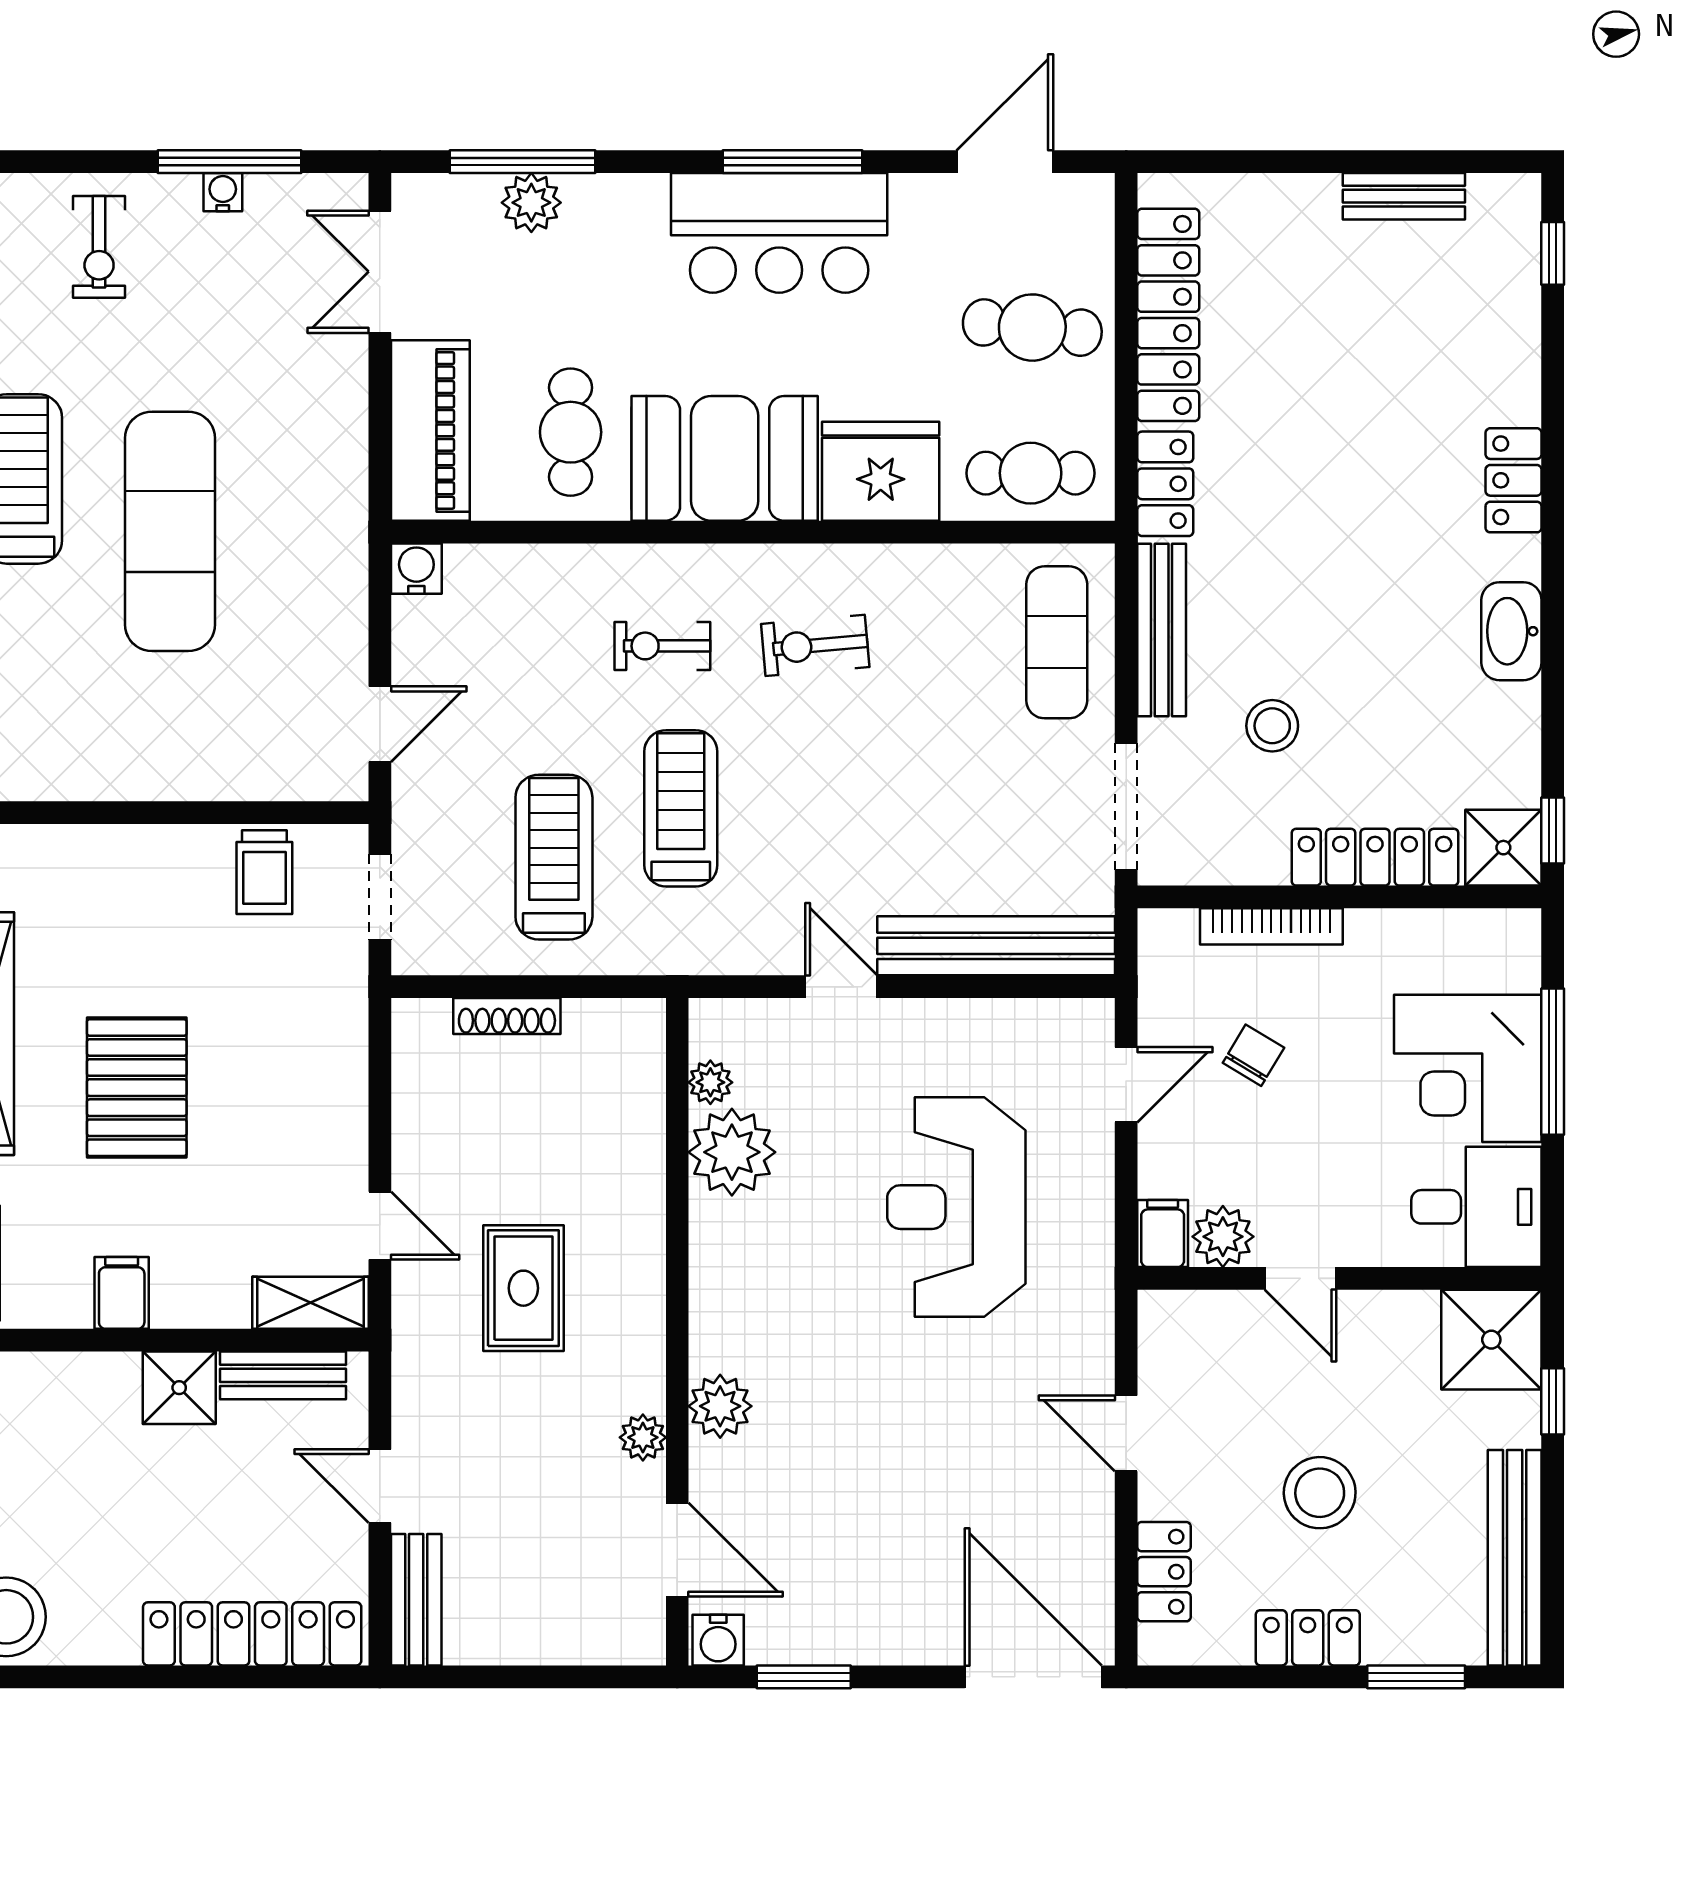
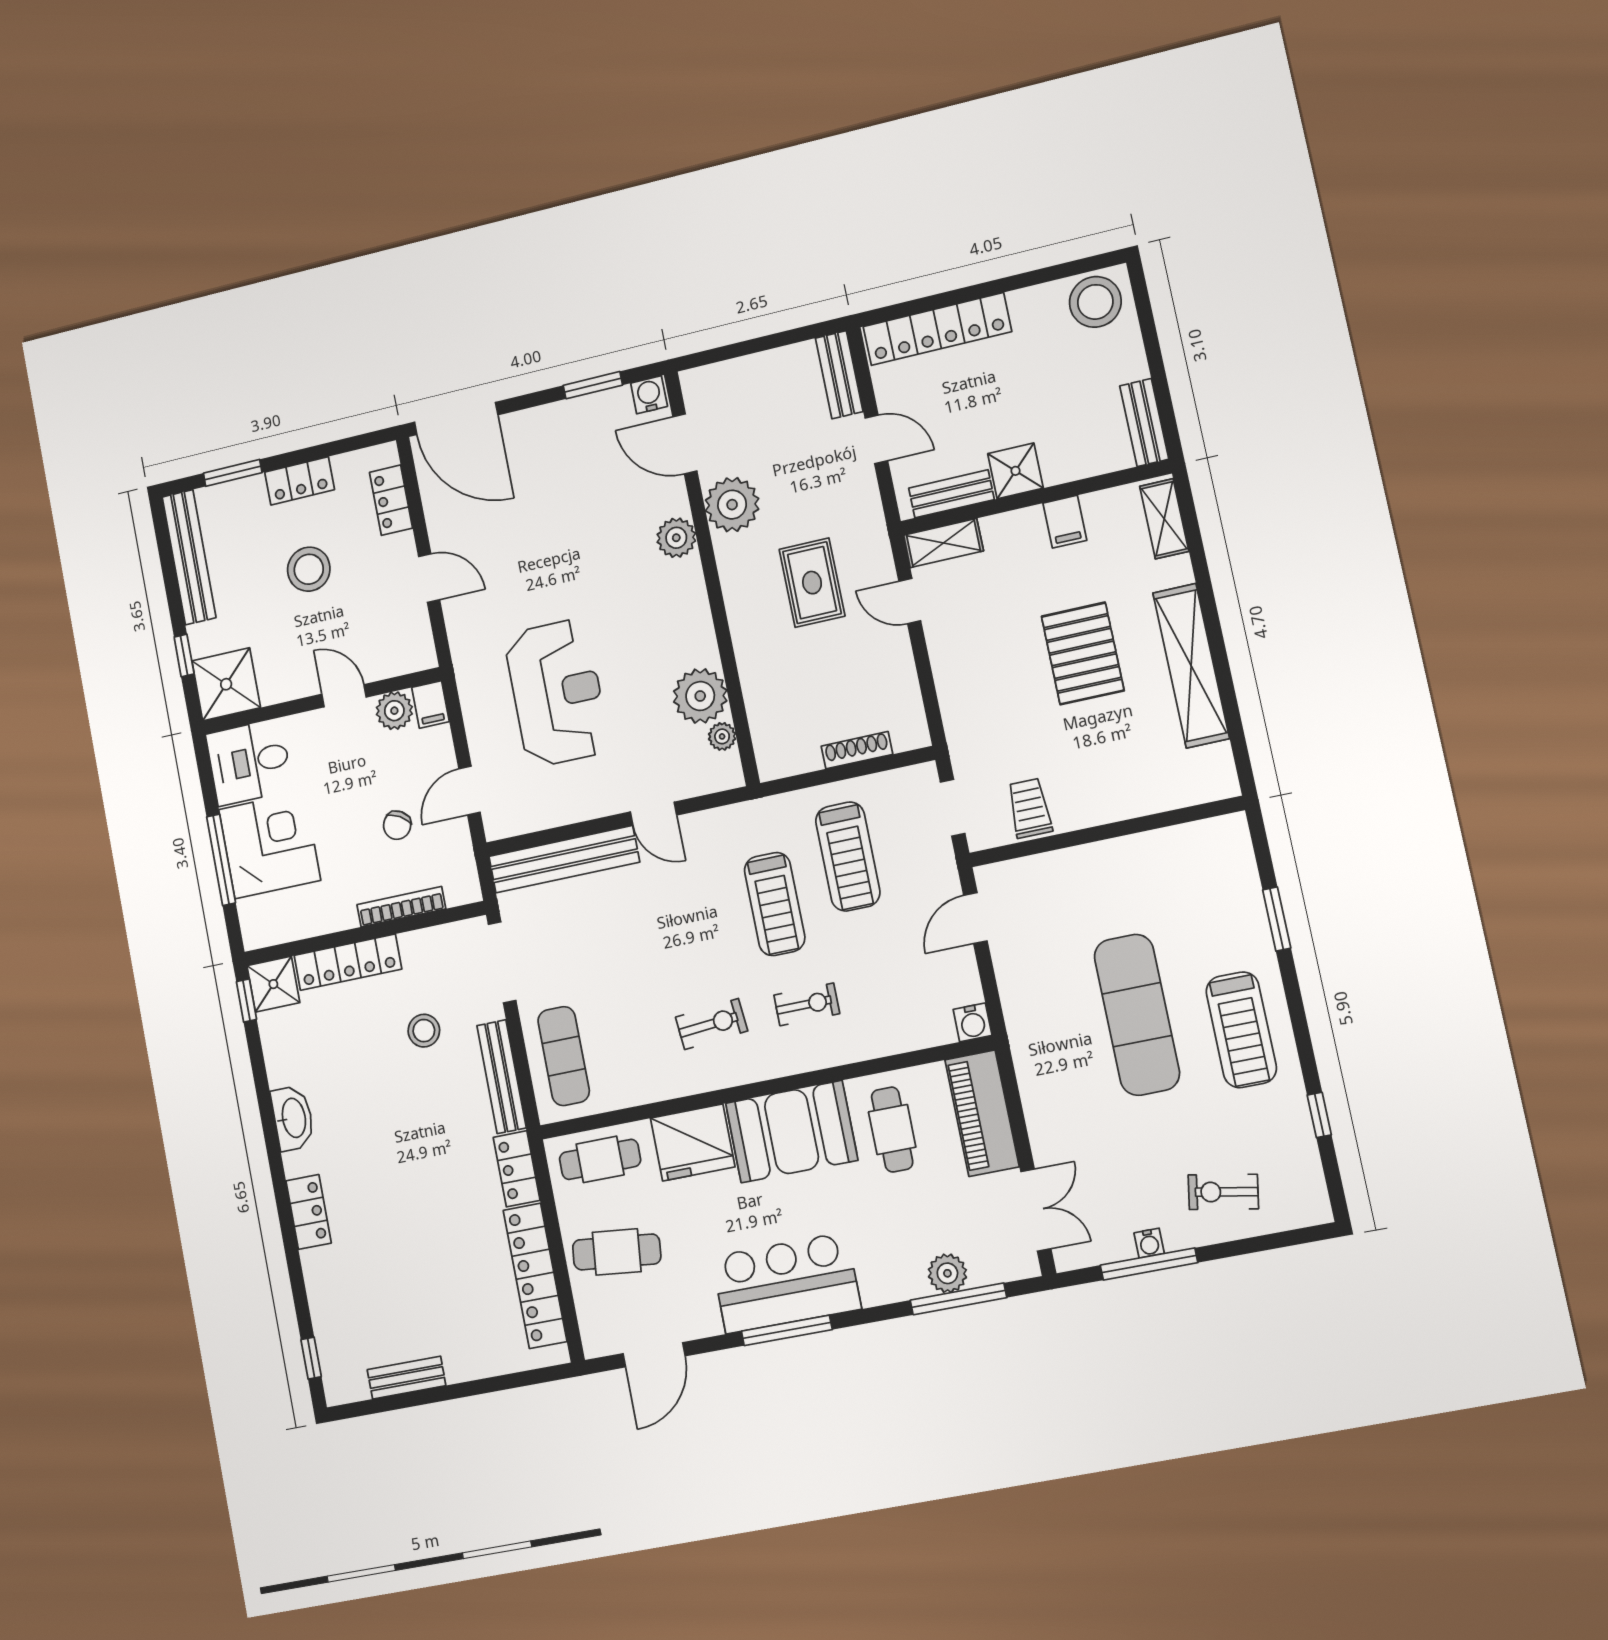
exercise bike: (99, 247) -> (1223, 1192), turned -80
plant: (643, 1437) -> (732, 505), width x1.88, depth x1.88

